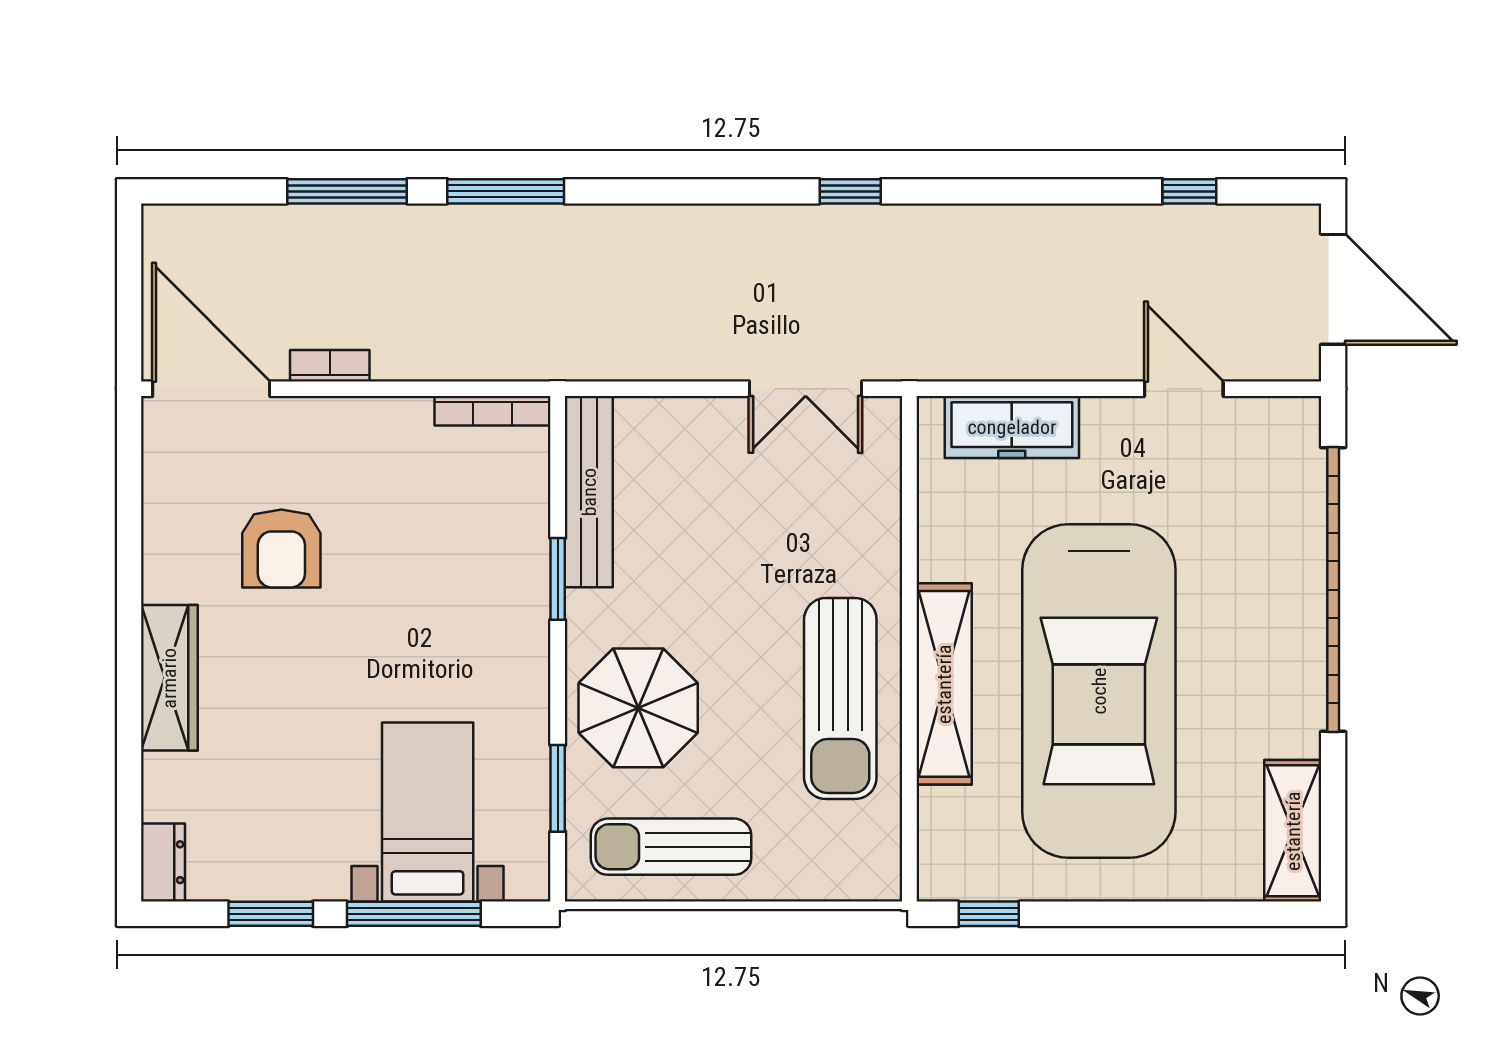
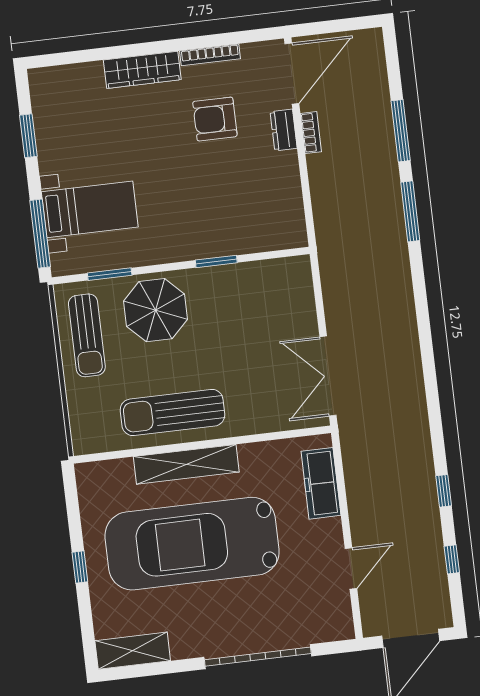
window: (850, 191) -> (444, 491), moved
double door: (806, 389) -> (328, 376), width x1.37
bookcase: (493, 411) -> (210, 55), moved, turned -90
bench: (589, 492) -> (262, 272), removed
garage door: (1333, 590) -> (258, 657), width x0.73
sun lounger: (671, 847) -> (87, 335), turned 180
dresser: (163, 862) -> (284, 130), moved, turned 90
window: (414, 914) -> (40, 234), moved
window: (989, 914) -> (80, 567), moved

